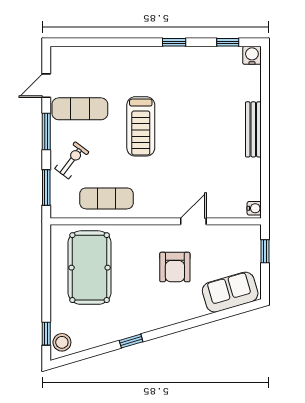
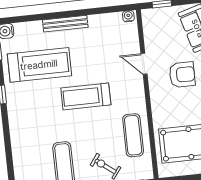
treadmill: (206, 92) -> (39, 65), added
treadmill: (141, 126) -> (86, 96), moved, turned 180

